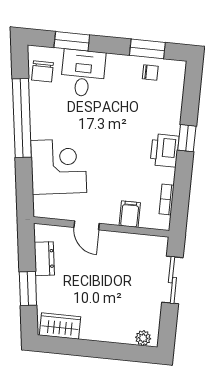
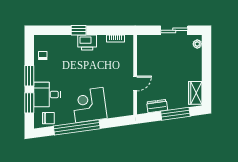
window: (147, 49) -> (29, 76), moved
corner desk: (59, 167) -> (89, 105), moved
filing cabinet: (130, 214) -> (126, 59), removed
sliding door: (172, 280) -> (174, 30), moved
window: (28, 288) -> (175, 114), width x1.44

